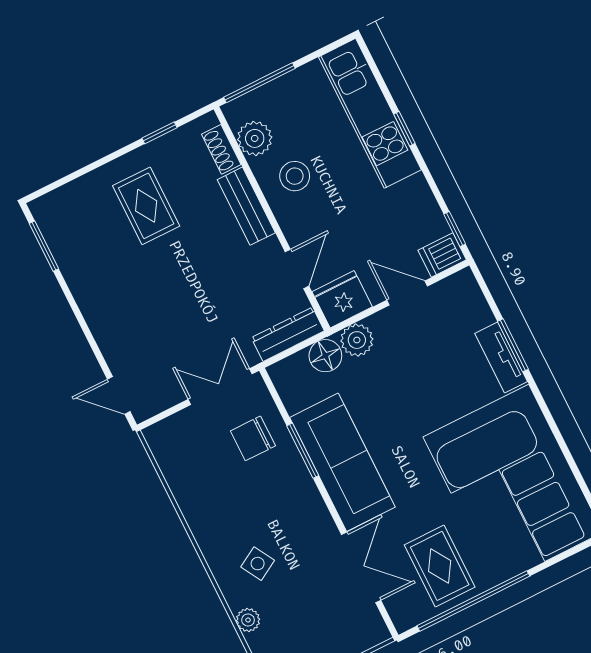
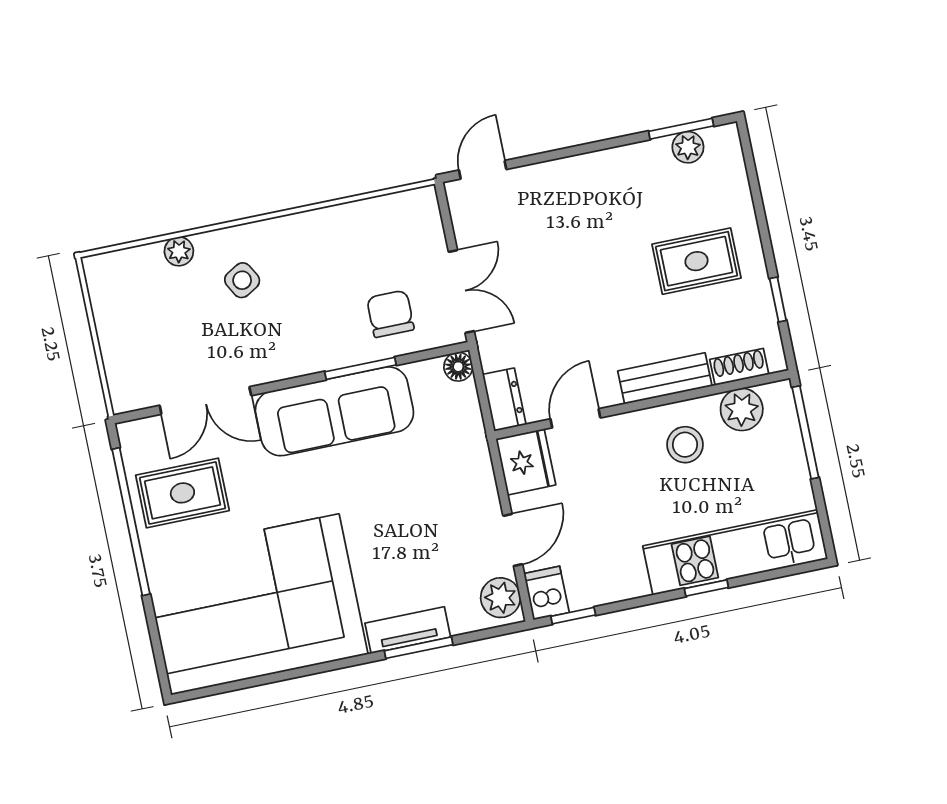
plant: (57, 237) -> (688, 147), added
door: (297, 269) -> (575, 418), swing flipped
dresser: (288, 334) -> (504, 400), width x0.70
plant: (357, 340) -> (500, 598), moved
floor lamp: (325, 356) -> (458, 367), moved, width x0.73, depth x0.73

